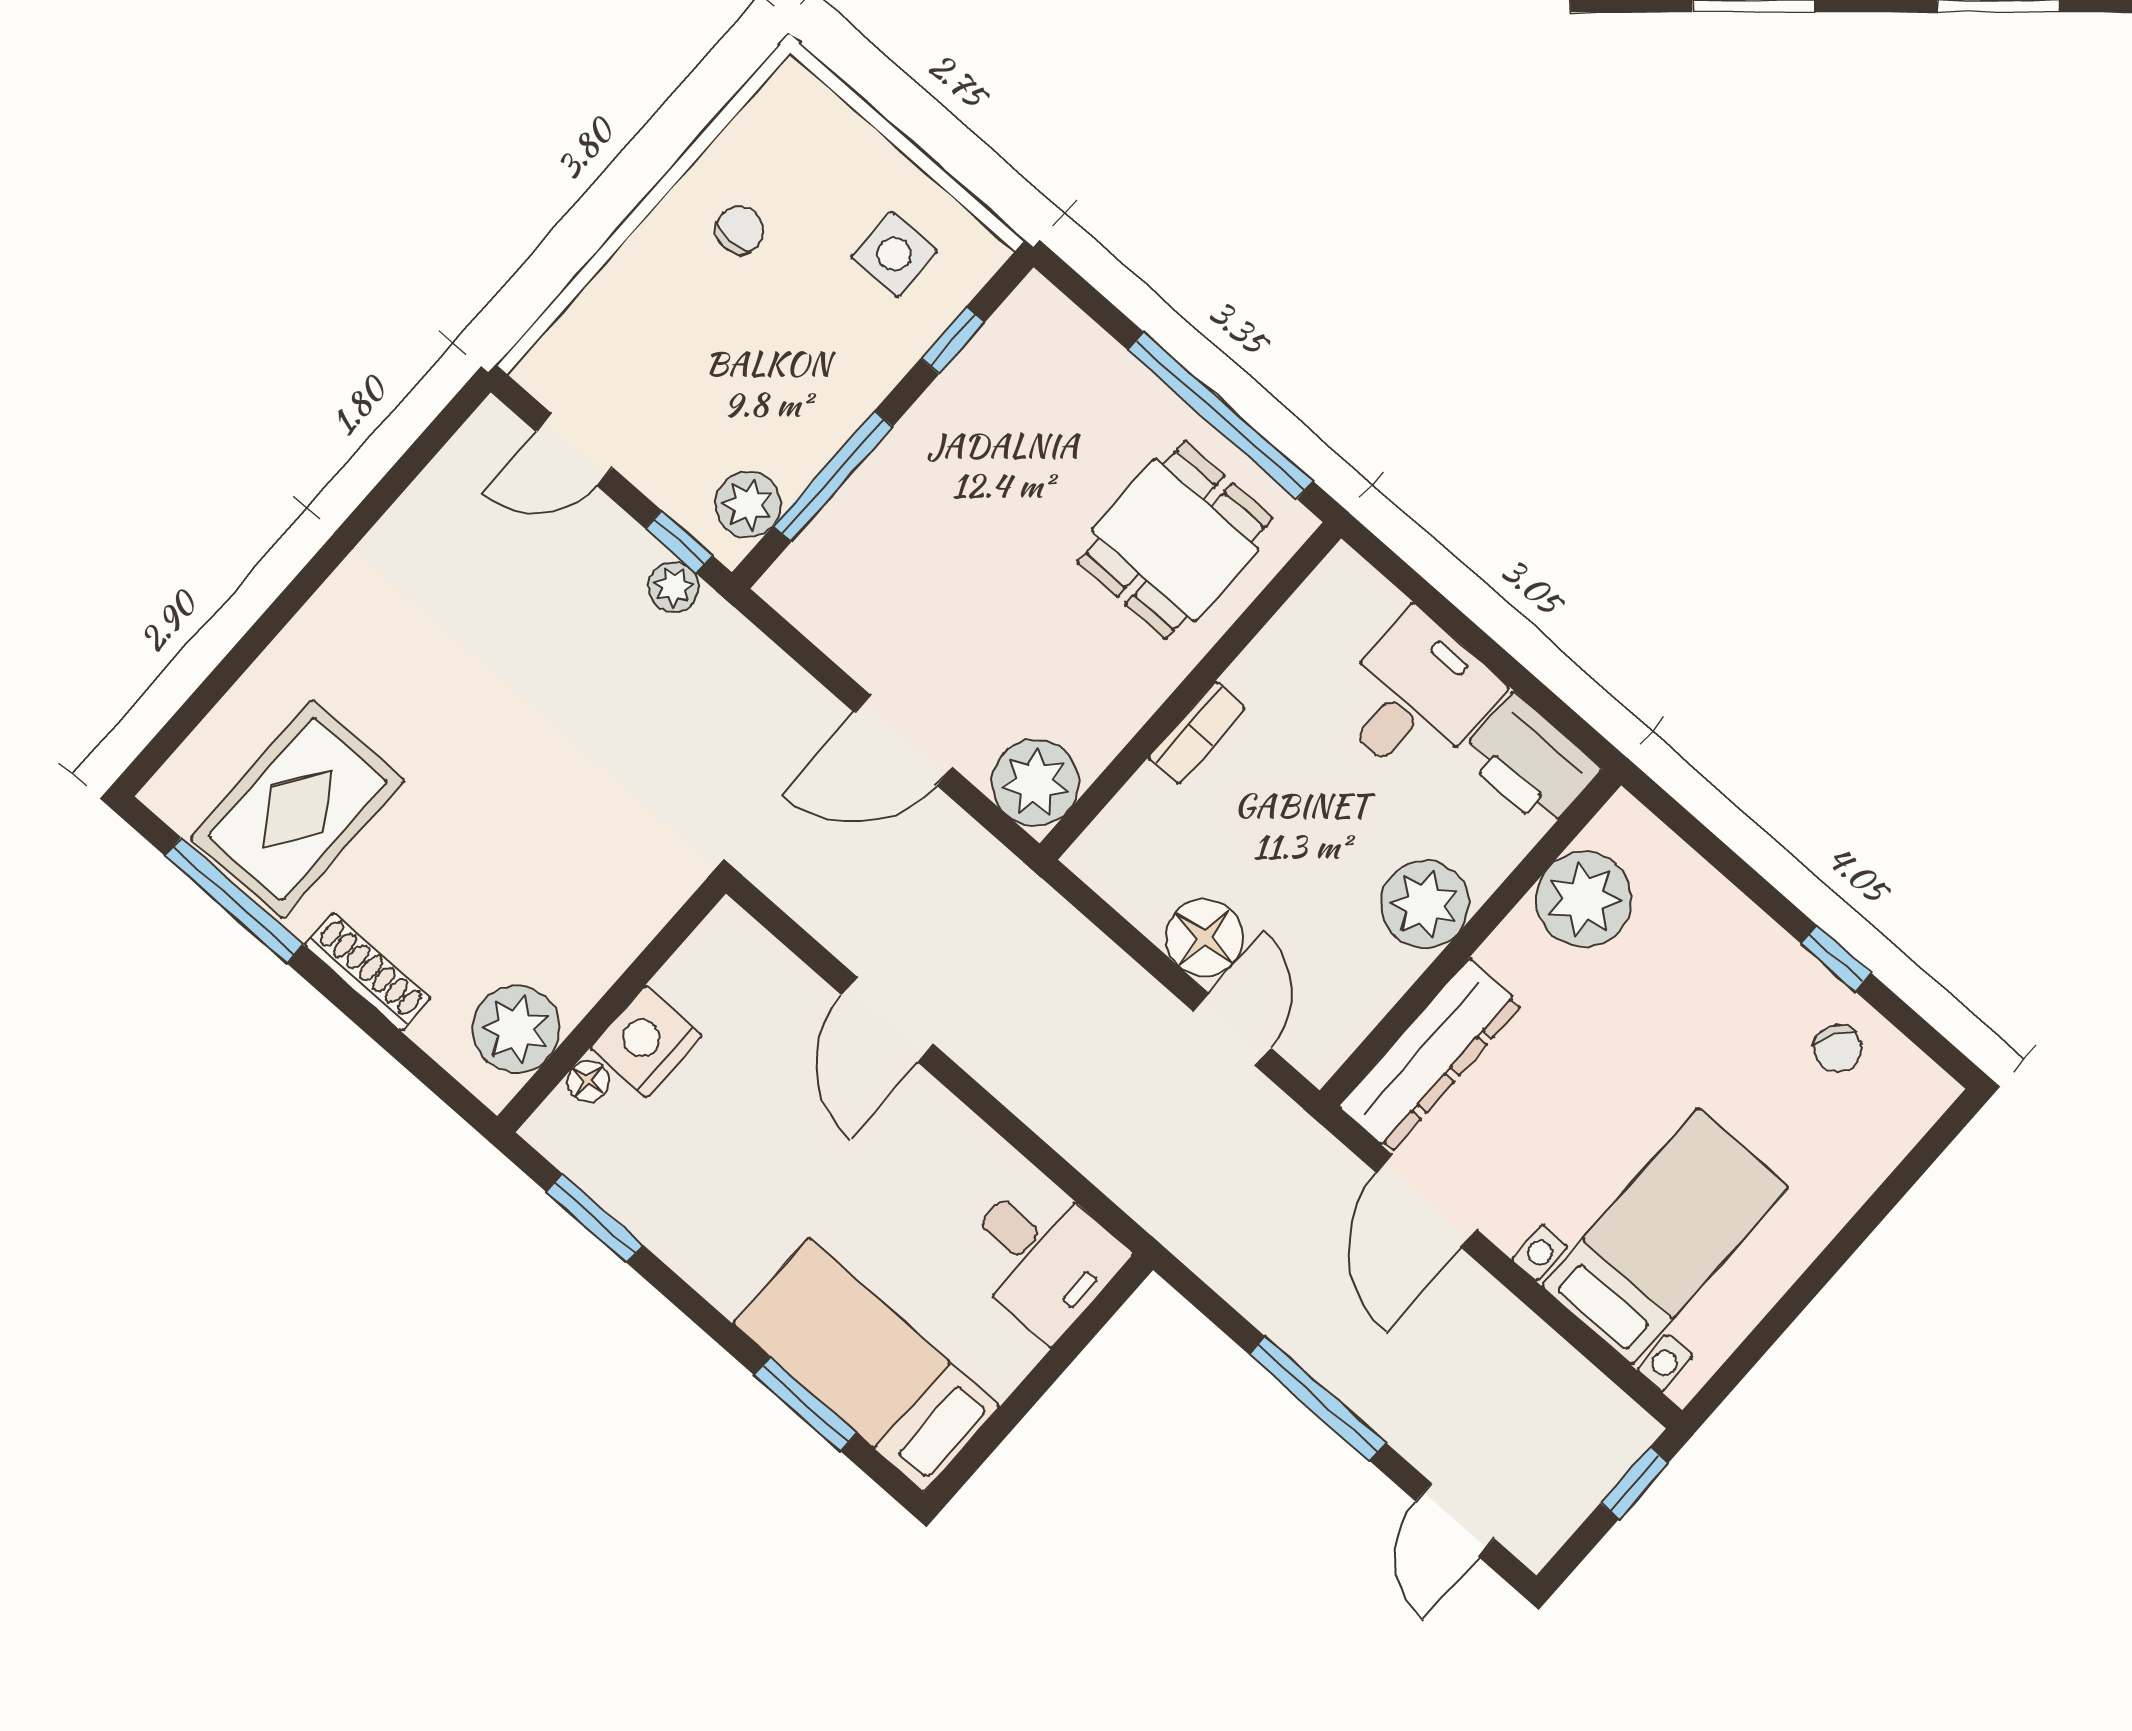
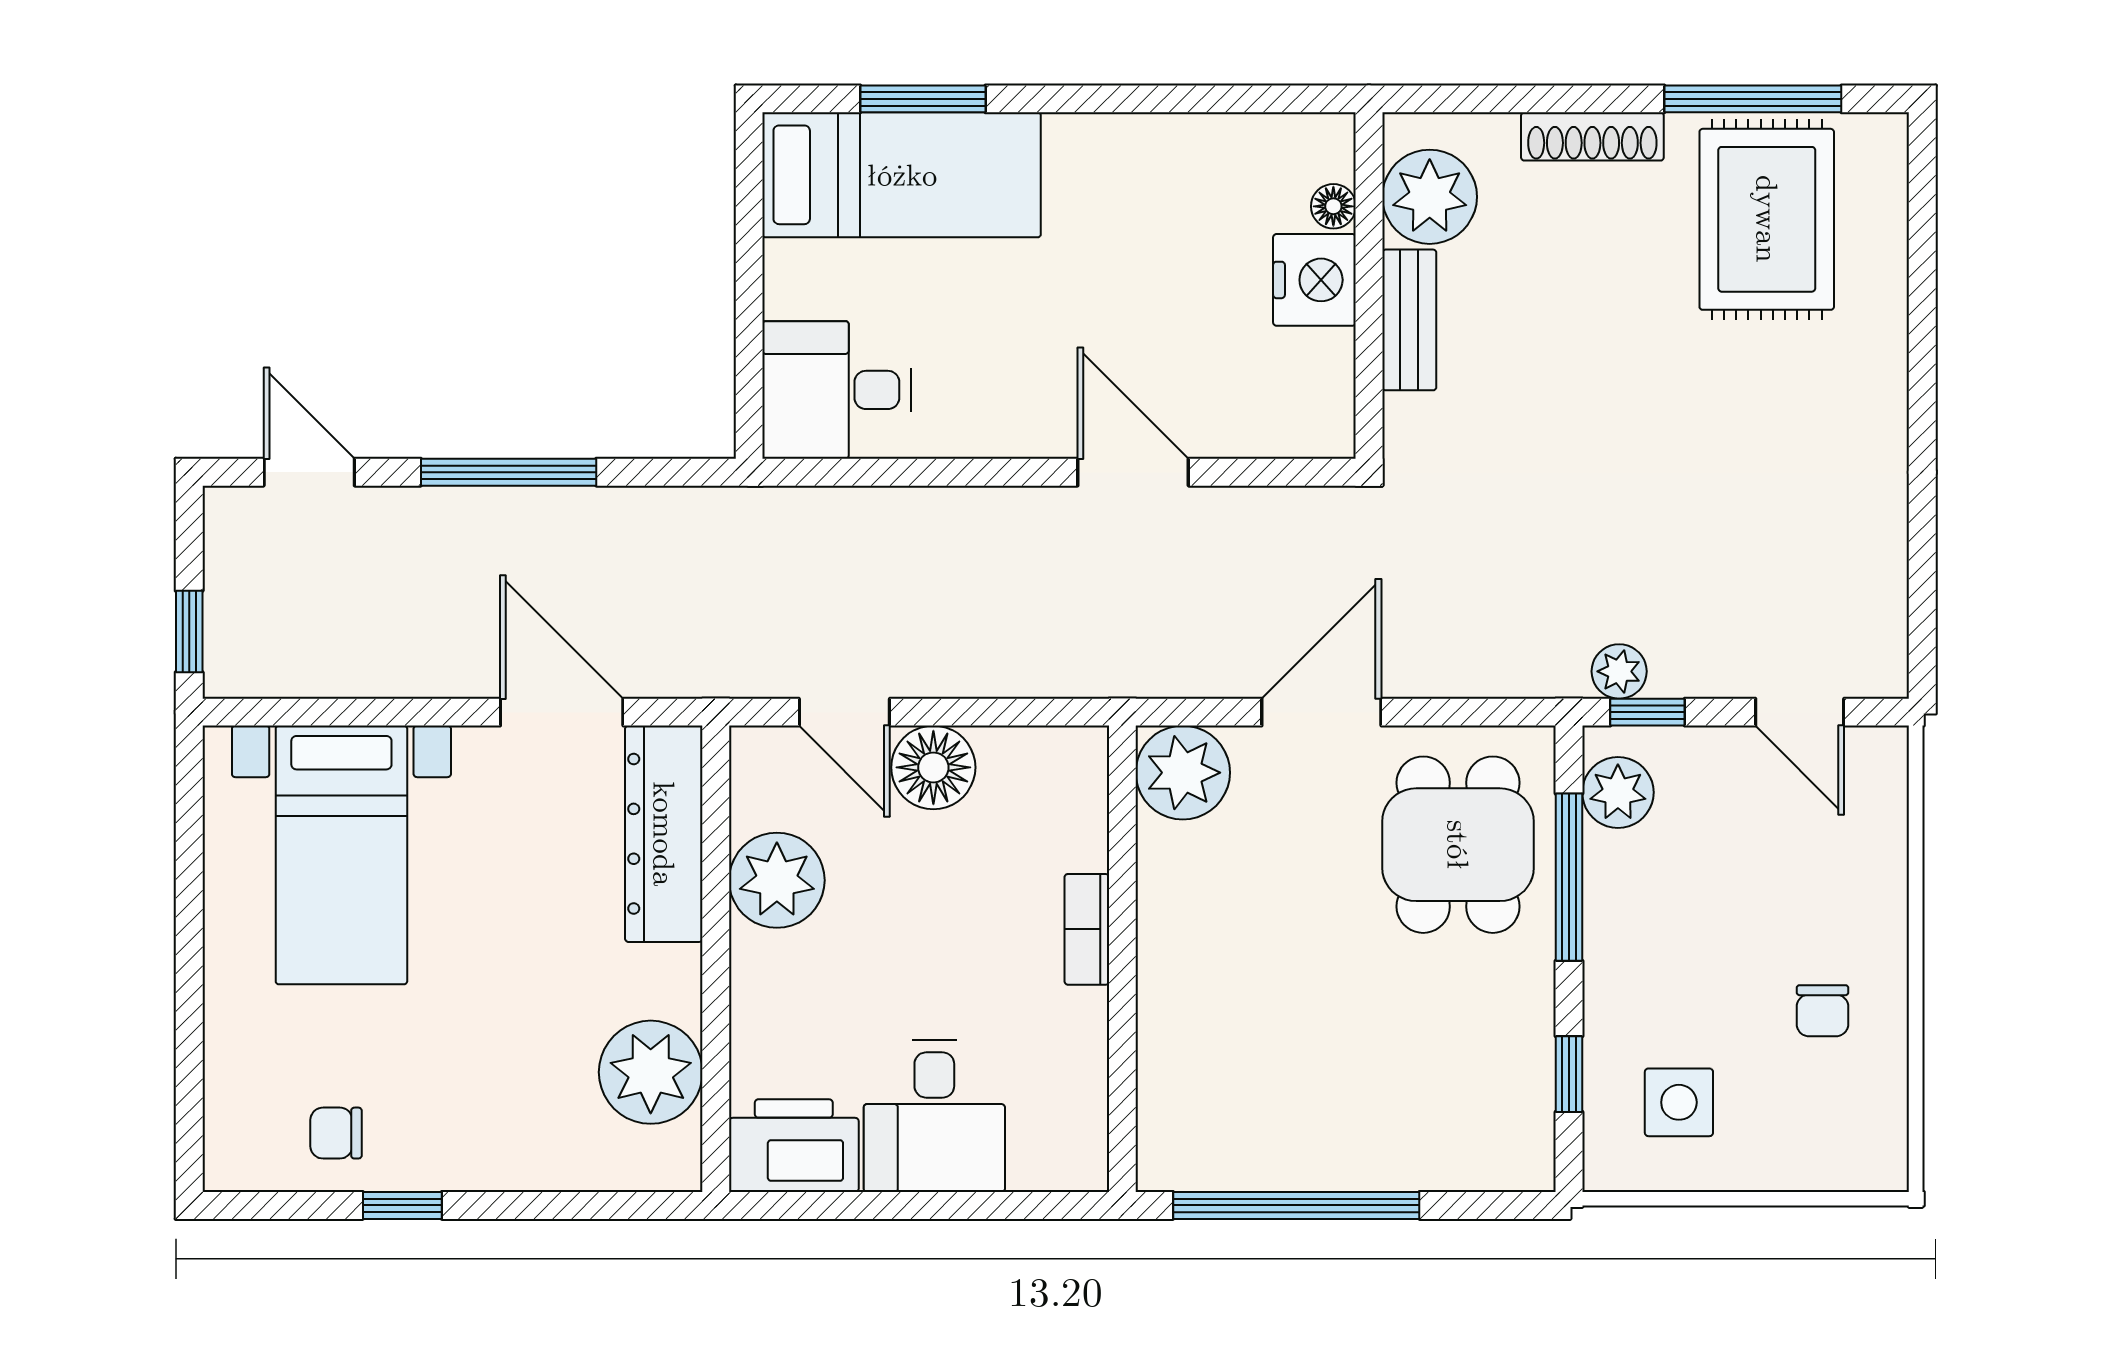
door: (574, 450) -> (1800, 712), swing flipped
dining table: (1175, 540) -> (1458, 845), moved
plant: (1425, 905) -> (777, 880), moved
bench: (605, 957) -> (1409, 320), added
chair: (1838, 1048) -> (336, 1133), turned -30
window: (595, 1218) -> (1229, 99), removed

